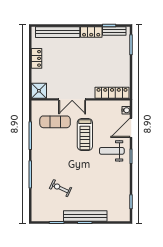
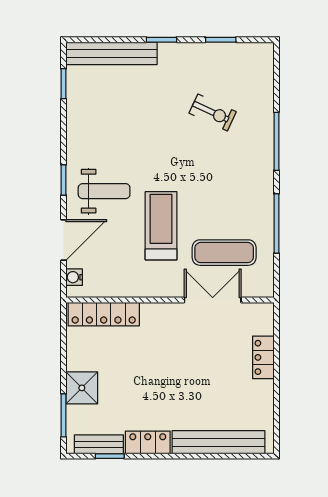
locker: (36, 58) -> (263, 357), moved
shower: (39, 91) -> (82, 388), moved
double door: (72, 99) -> (213, 300), moved
bench: (85, 216) -> (111, 53), moved

